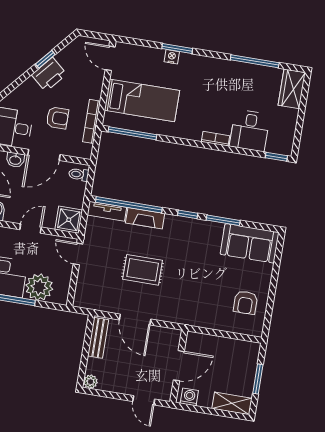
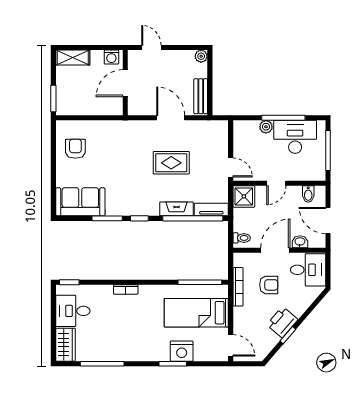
nightstand: (172, 57) -> (182, 351), width x1.89, depth x1.79
armchair: (57, 118) -> (269, 285), turned 180
desk: (250, 130) -> (73, 311), moved, turned -90
plant: (39, 287) -> (266, 127), width x0.53, depth x0.53
window: (258, 379) -> (53, 98), moved

